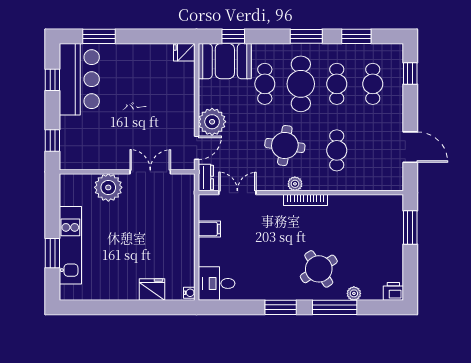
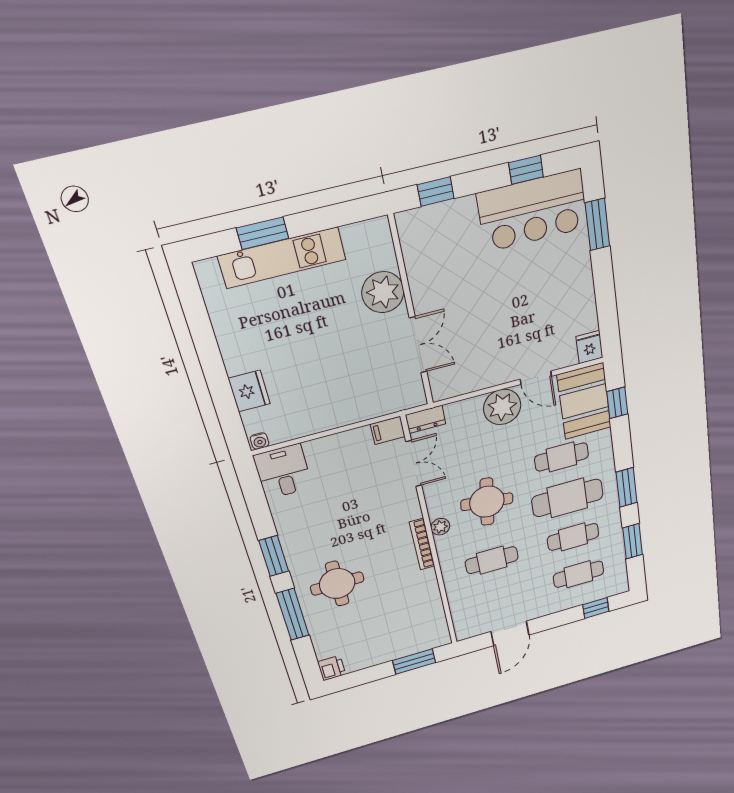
door: (197, 148) -> (536, 378), moved
filing cabinet: (209, 229) -> (388, 430), moved, turned 90
round table: (319, 269) -> (337, 584), turned 33
plant: (354, 293) -> (317, 629), removed

